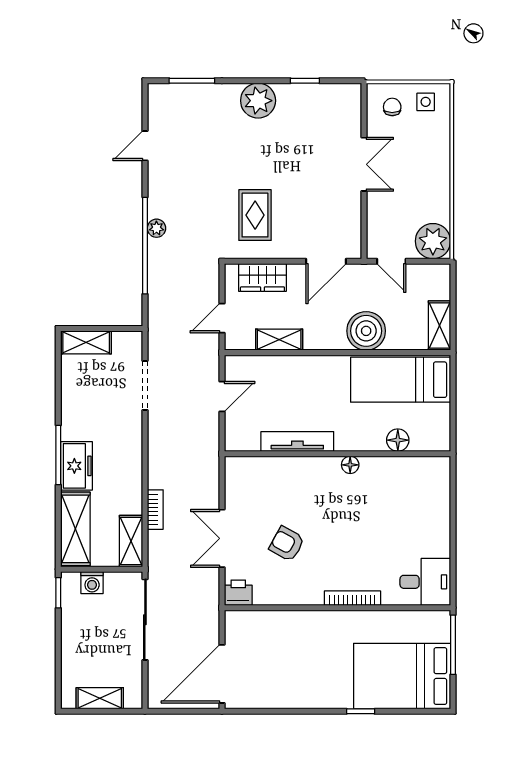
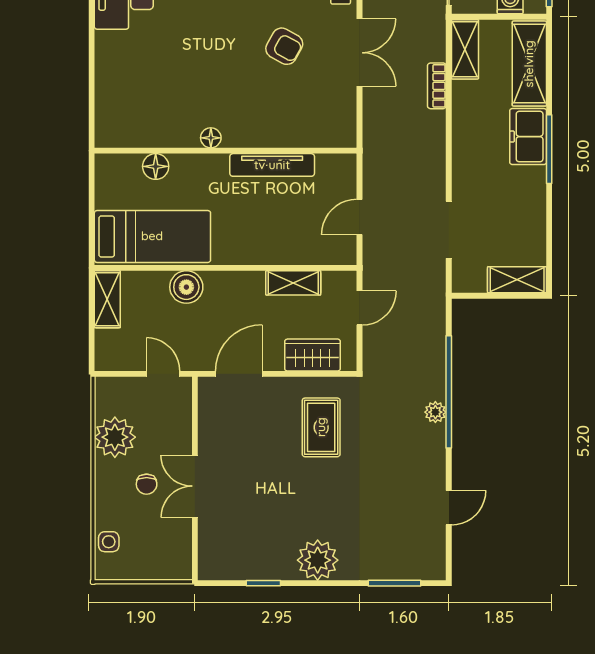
side table: (426, 102) -> (109, 542), moved
chair: (392, 107) -> (147, 484), moved
plant: (433, 241) -> (115, 437), moved
boiler: (366, 331) -> (186, 287), width x0.73, depth x0.73

